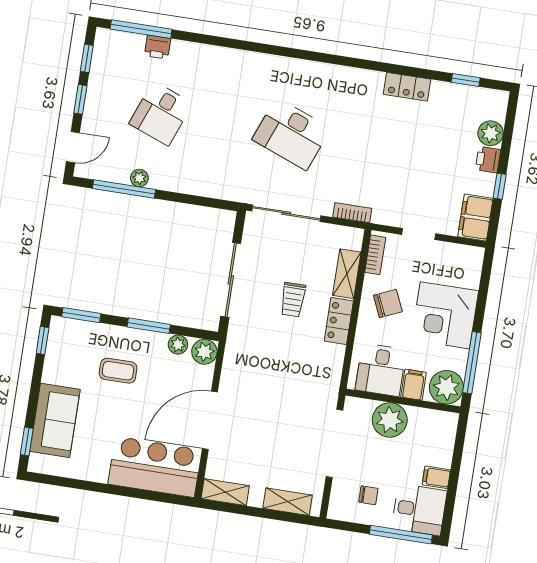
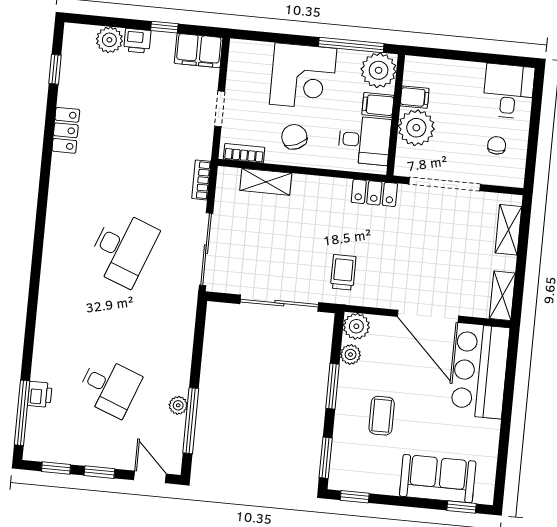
trolley: (293, 300) -> (343, 272), moved, turned -90
locker: (339, 321) -> (374, 193), moved
filing cabinet: (436, 477) -> (415, 97), moved, turned -90
window: (401, 535) -> (536, 109), removed

